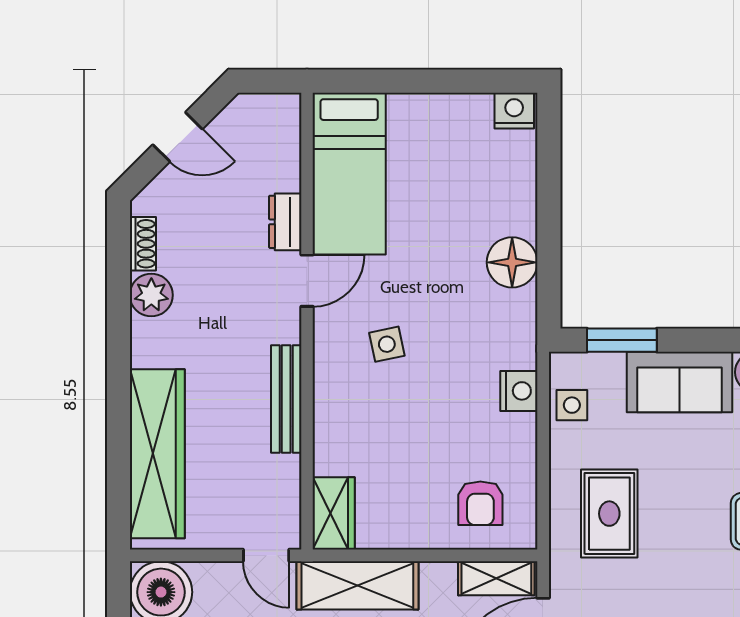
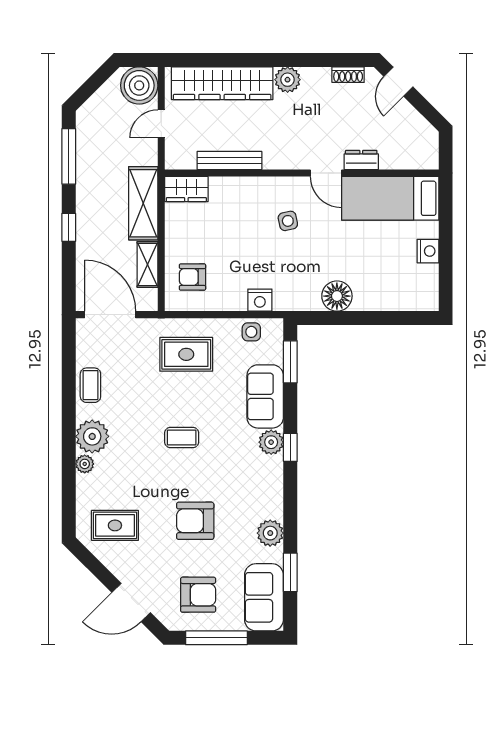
nightstand: (514, 111) -> (428, 251), moved
door: (178, 137) -> (398, 82), moved
plant: (151, 295) -> (288, 80), moved
bench: (286, 399) -> (229, 161), moved
door: (266, 555) -> (161, 124), moved
shelving: (496, 578) -> (148, 264), moved

